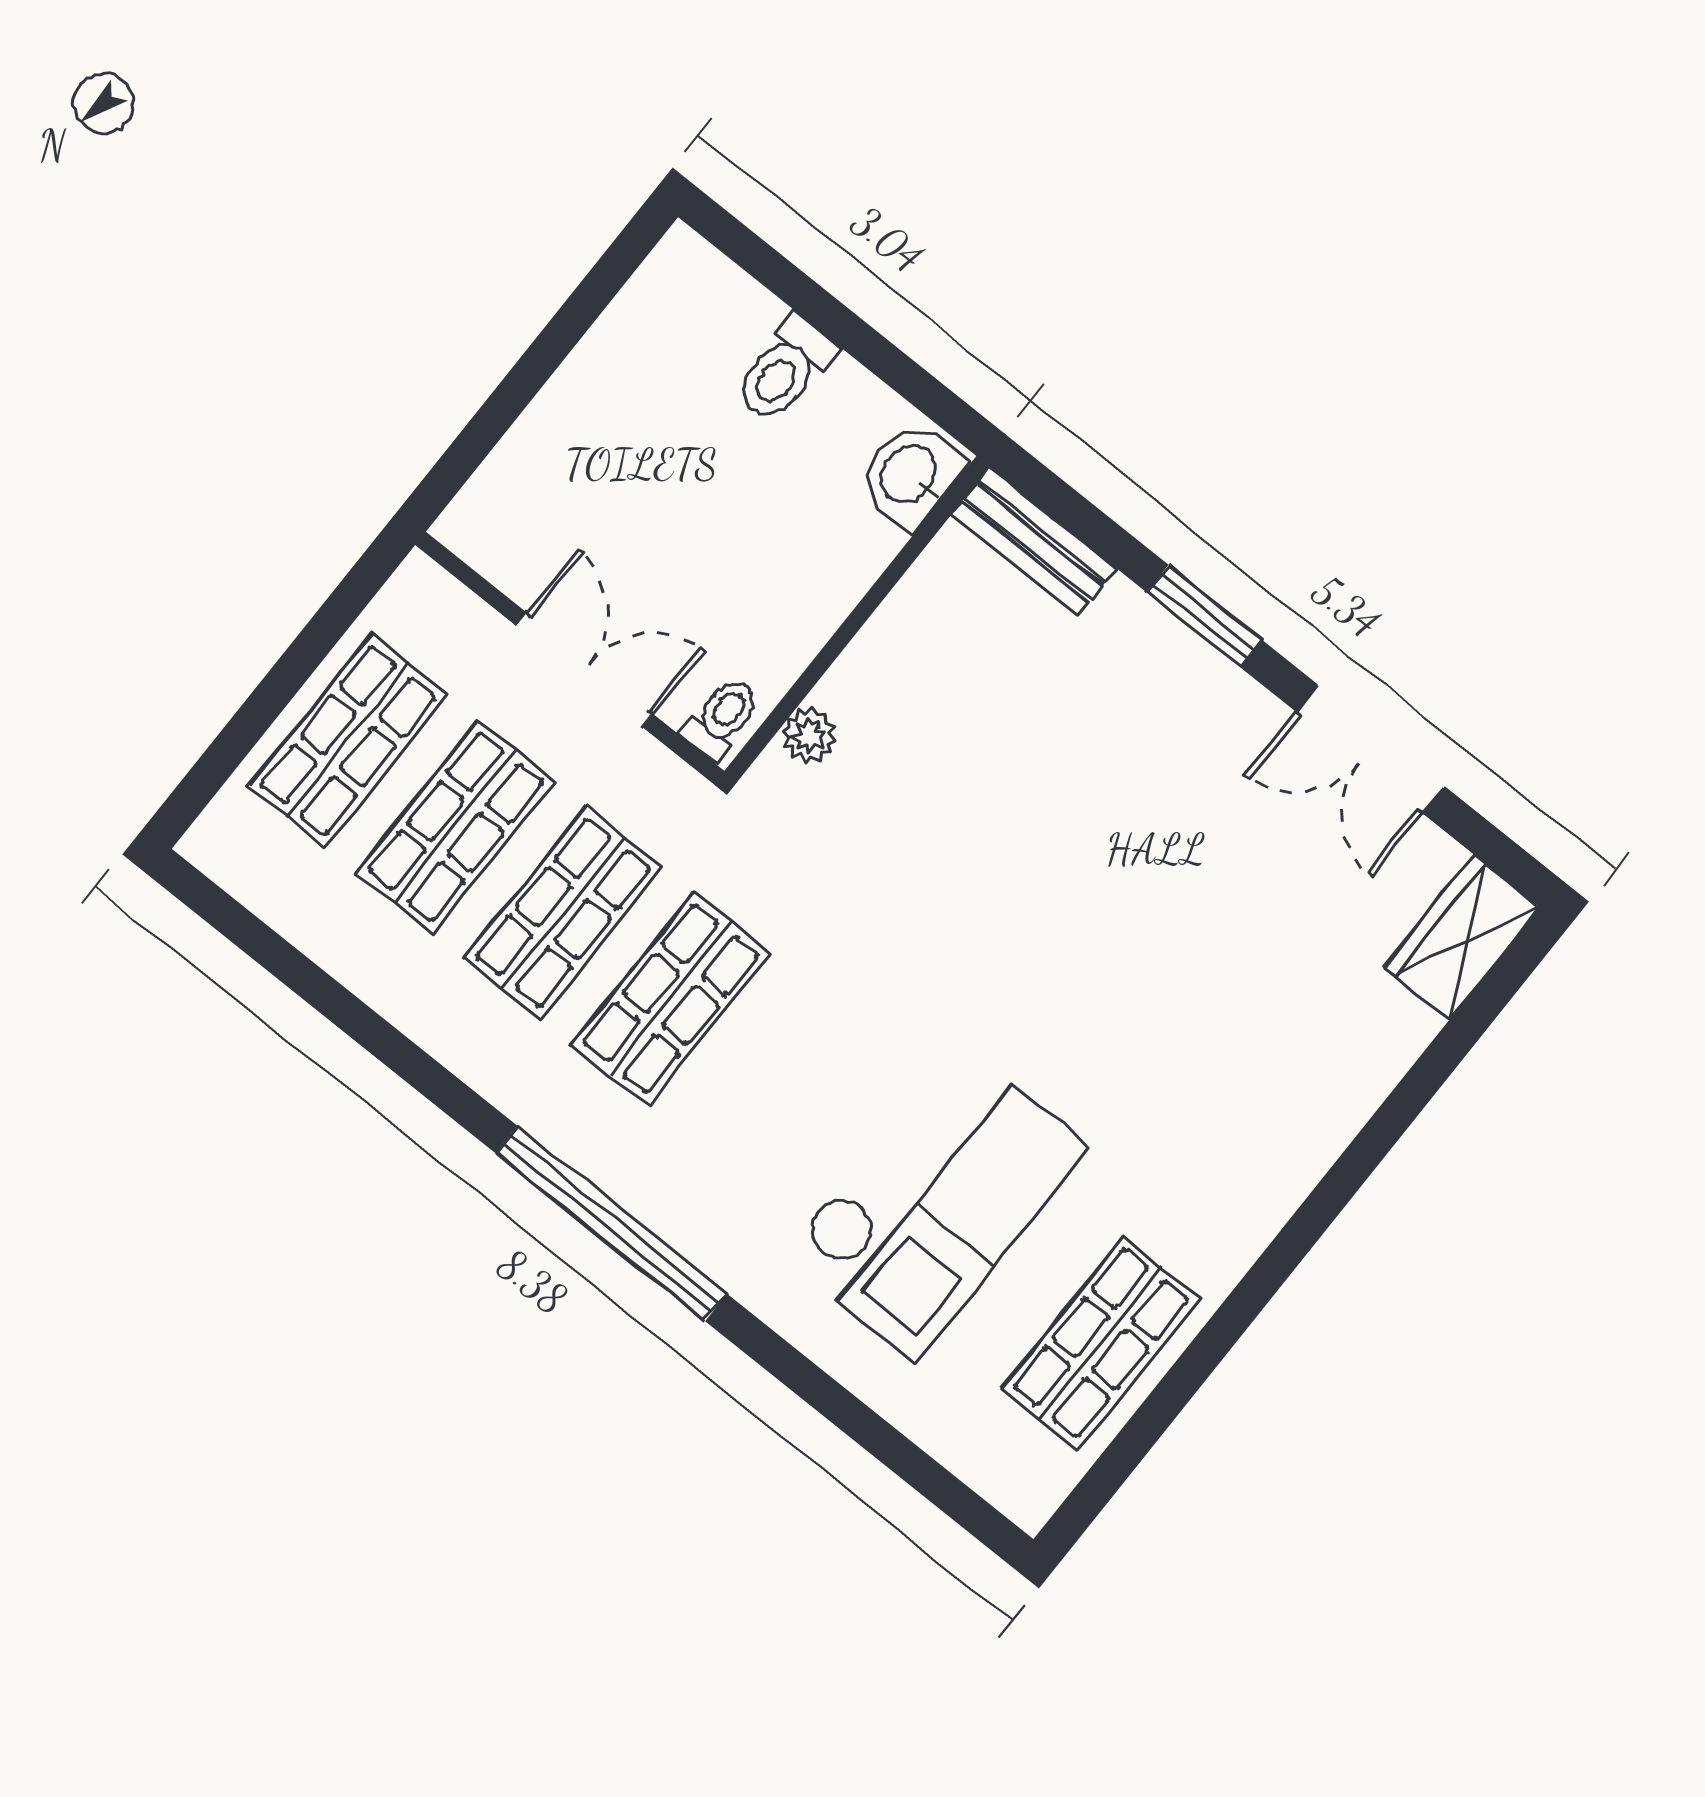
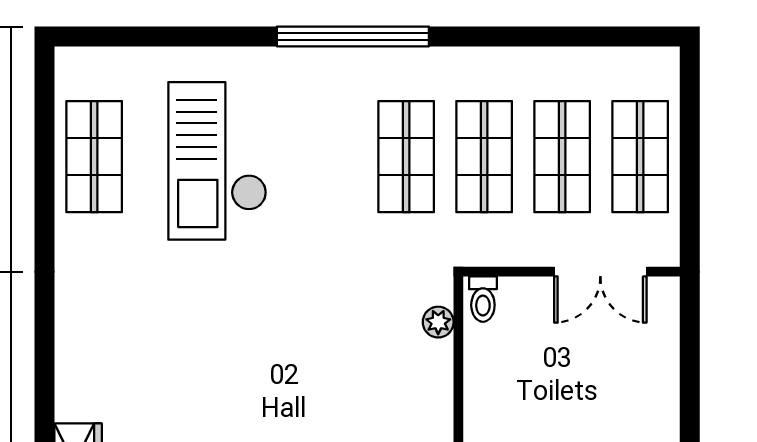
double door: (585, 670) -> (600, 272), moved

